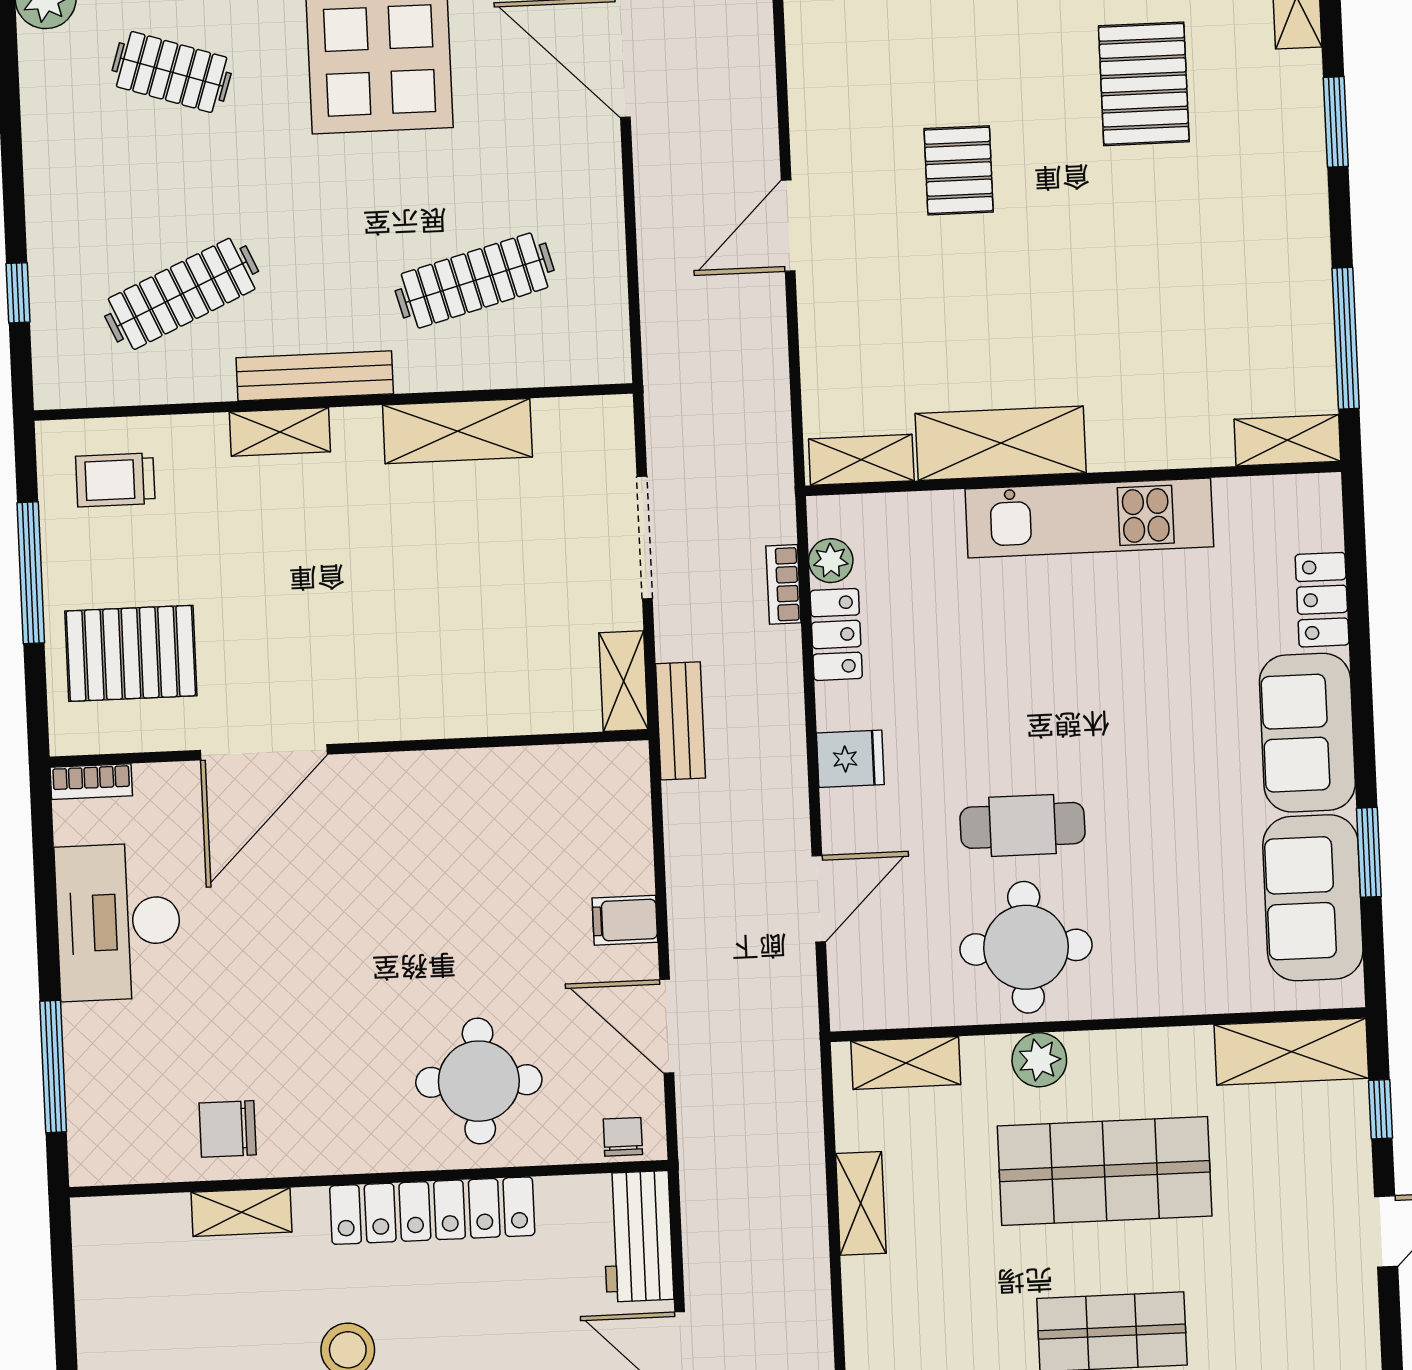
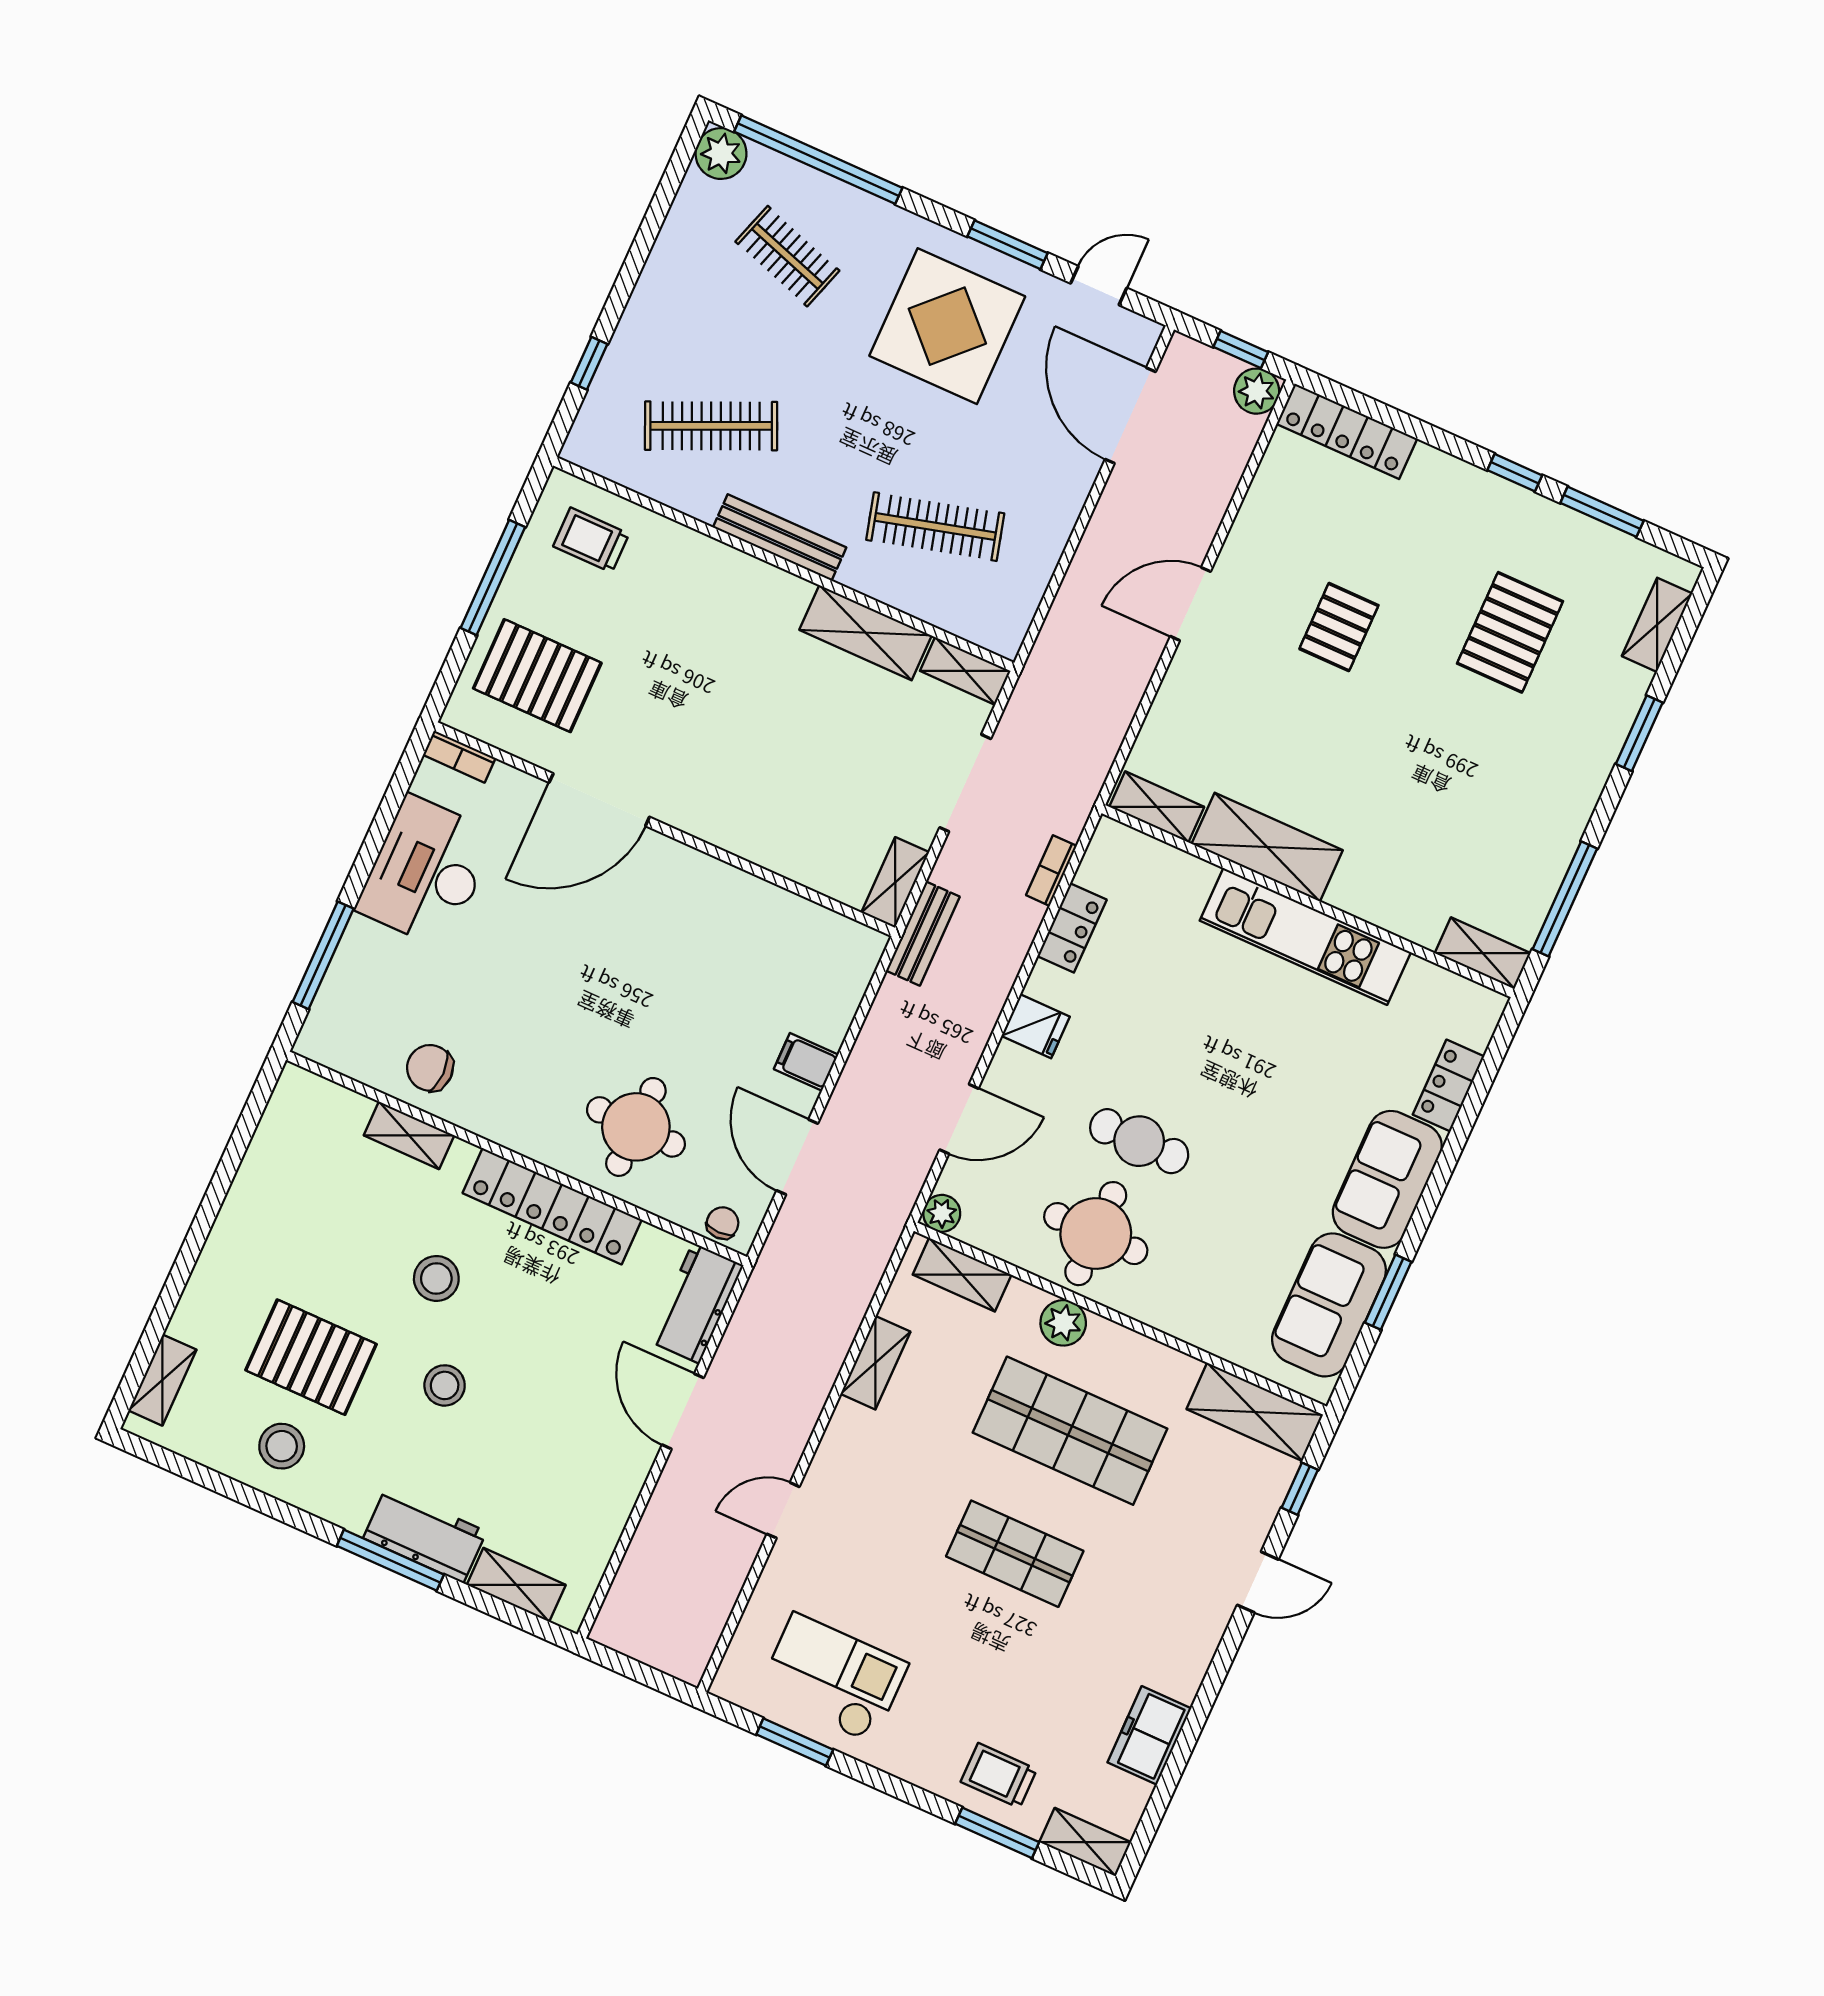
shelving: (280, 432) -> (965, 671), moved
plant: (831, 561) -> (942, 1213), moved

